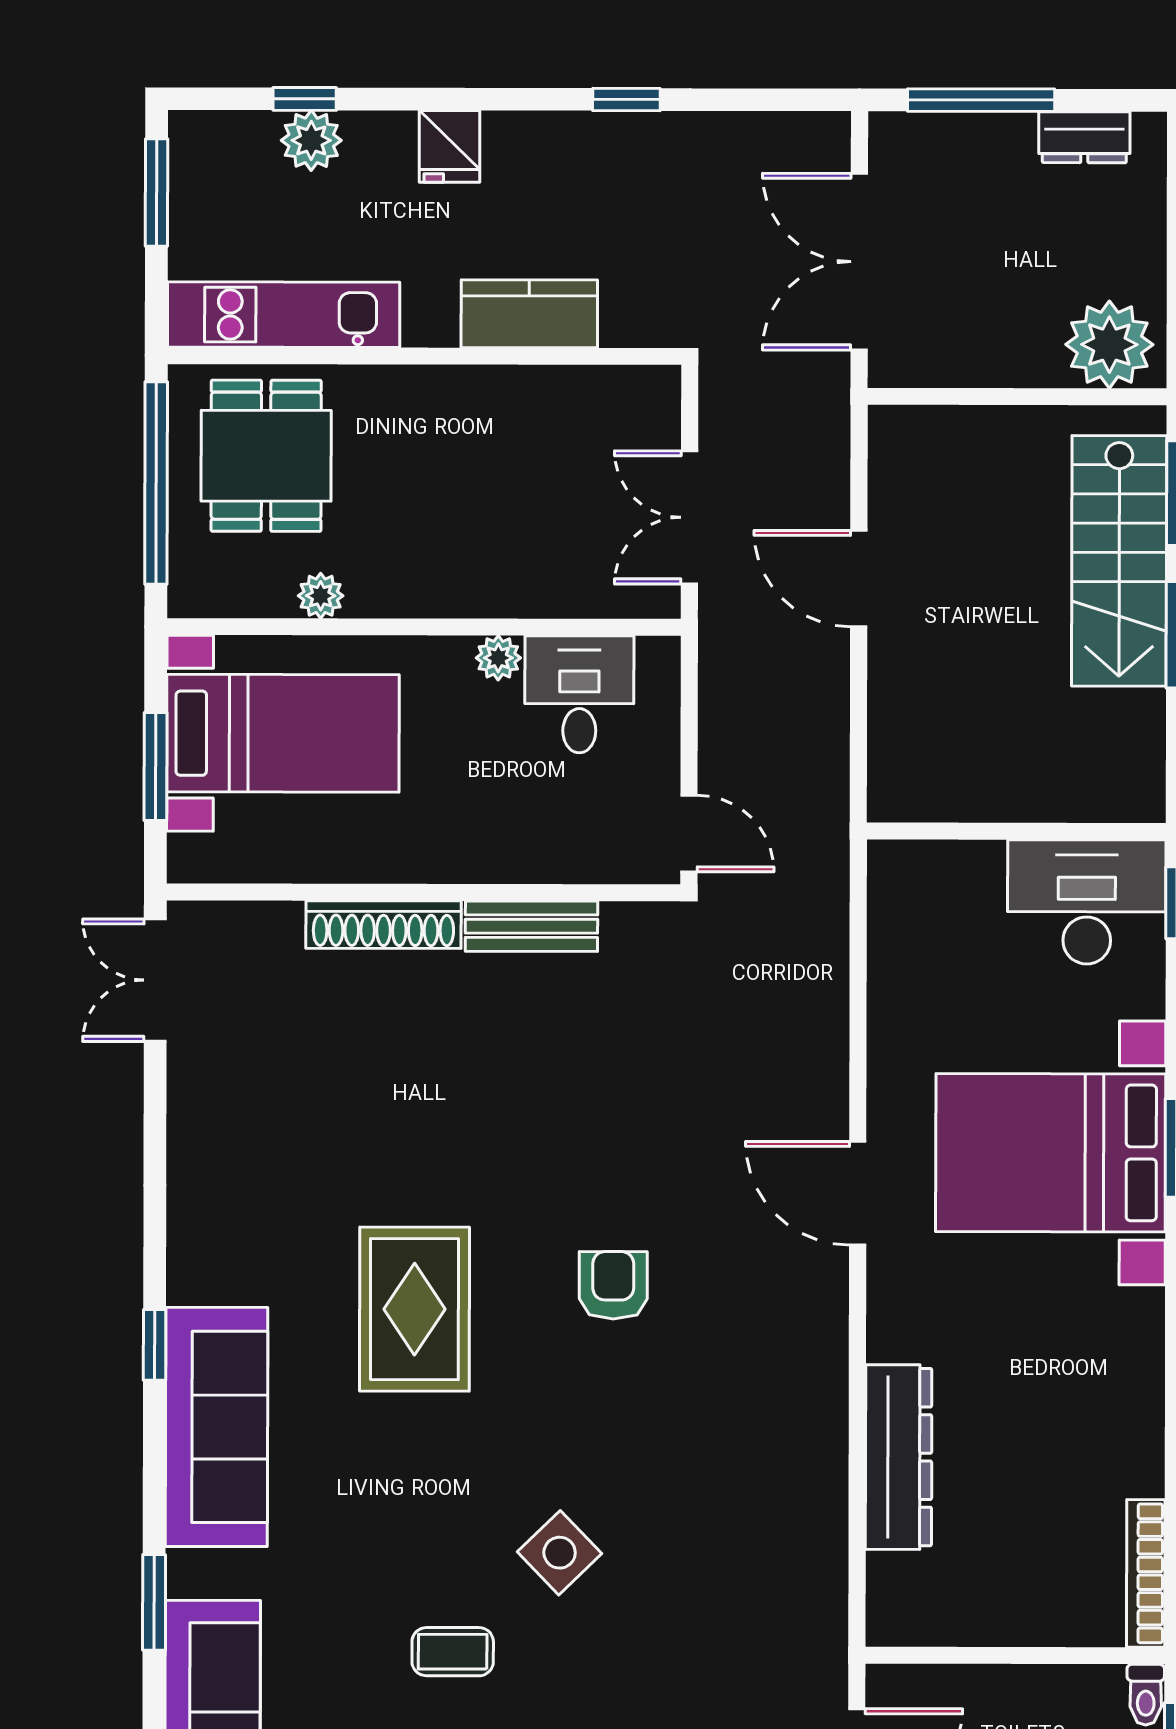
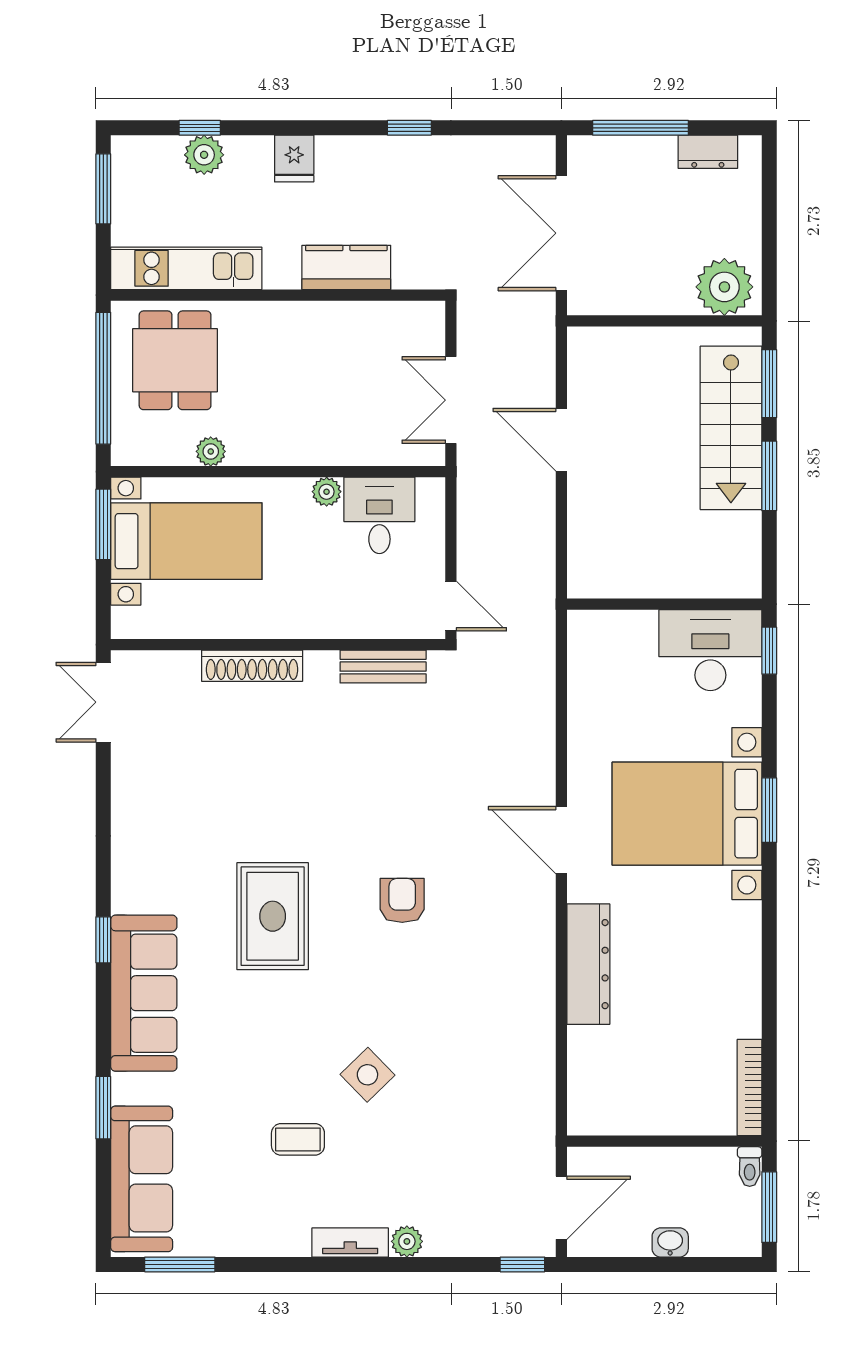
window: (156, 766) -> (103, 524), moved
bench: (531, 926) -> (383, 667), moved
dresser: (899, 1457) -> (588, 964), moved

